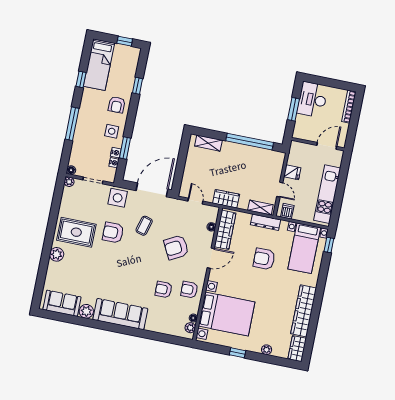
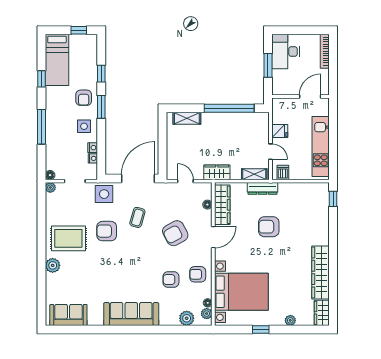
window: (125, 148) -> (101, 107), moved
bed with nightstands: (304, 248) -> (308, 207), removed
plant: (86, 311) -> (187, 318), moved

